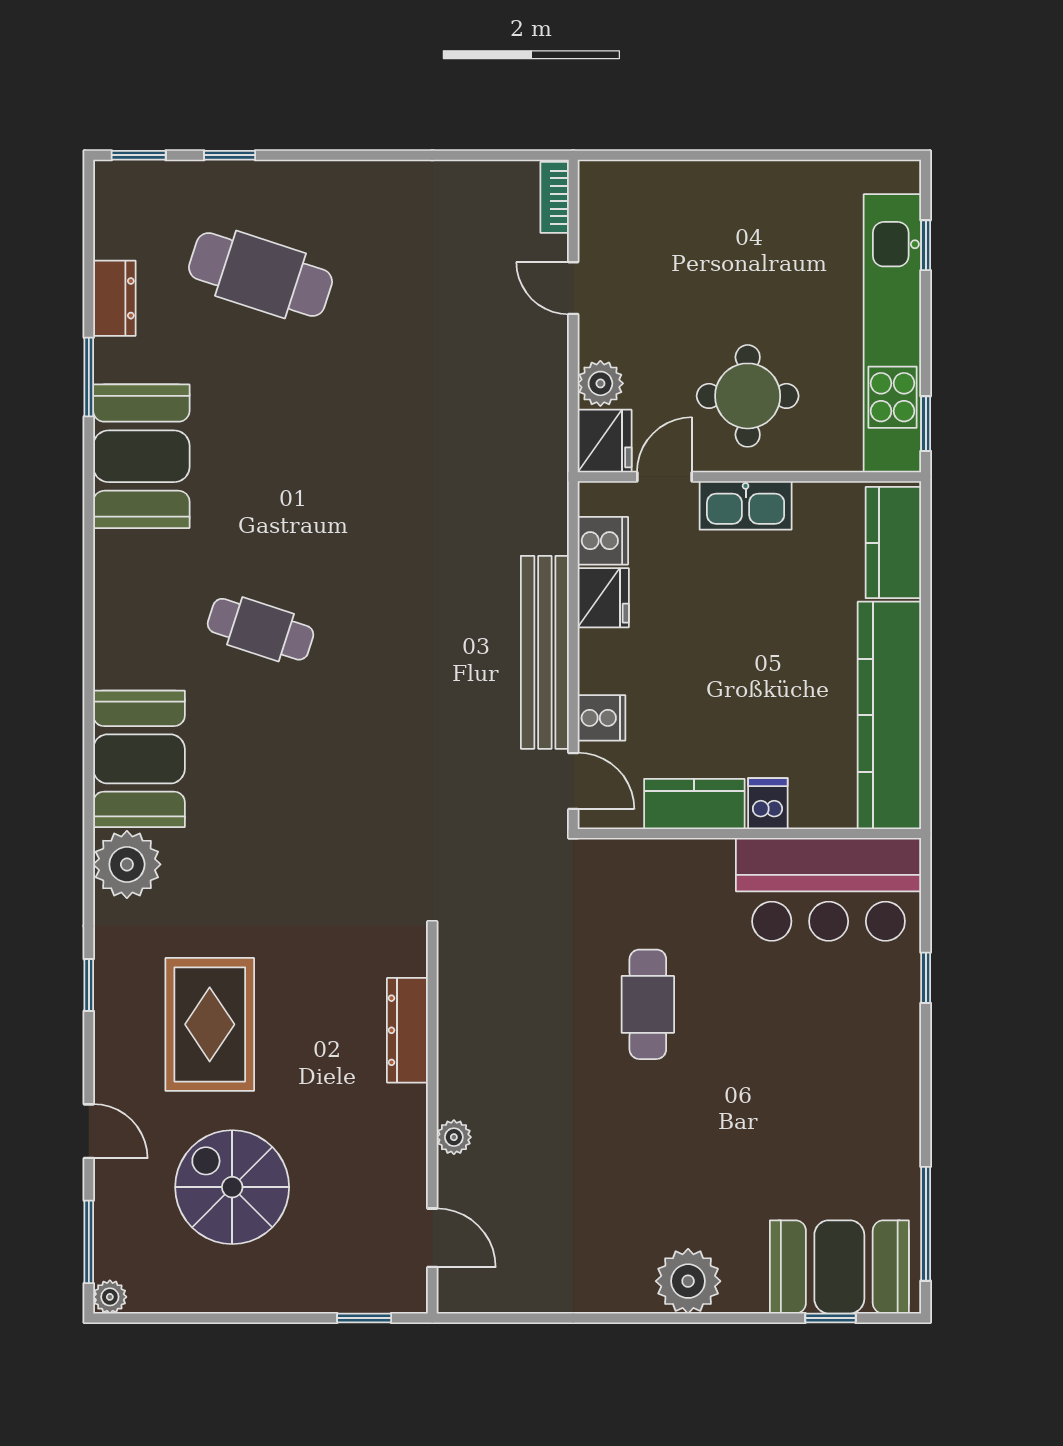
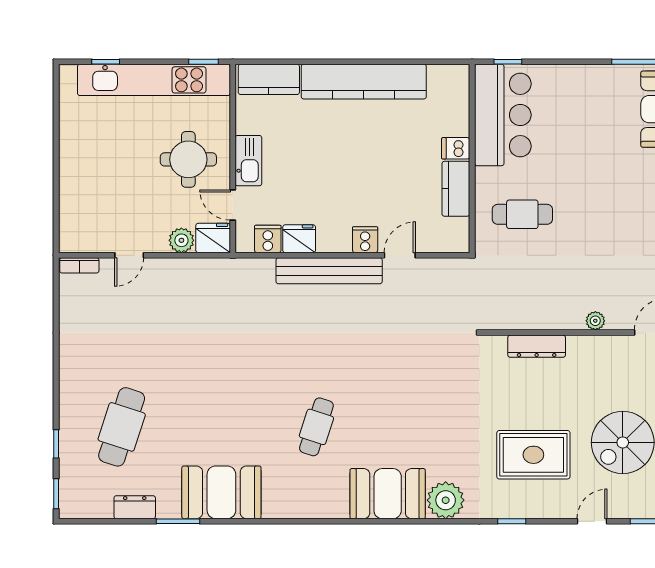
kitchen counter: (694, 804) -> (456, 189), moved
dishwasher: (768, 804) -> (456, 148), moved
wall: (749, 833) -> (472, 158), moved
bar counter: (829, 889) -> (503, 115), moved

